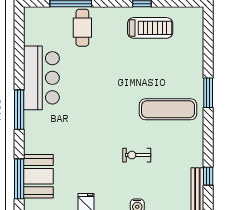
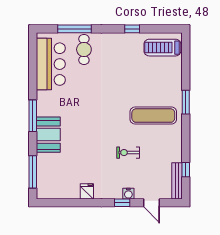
treadmill: (150, 28) -> (162, 48), moved, turned 180
bar counter: (41, 78) -> (51, 64), moved
booth: (38, 176) -> (48, 135), moved

